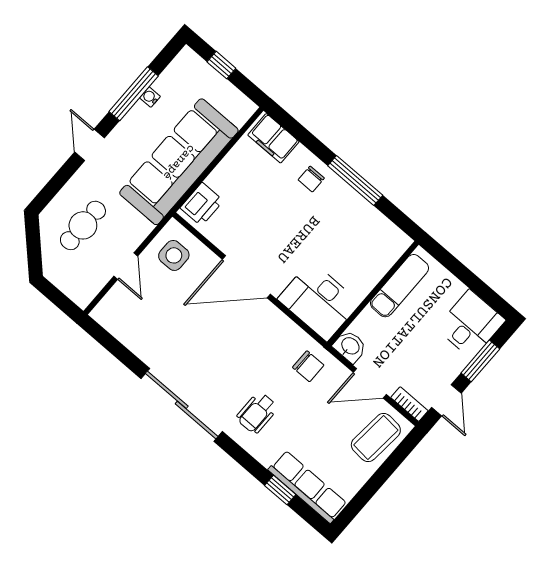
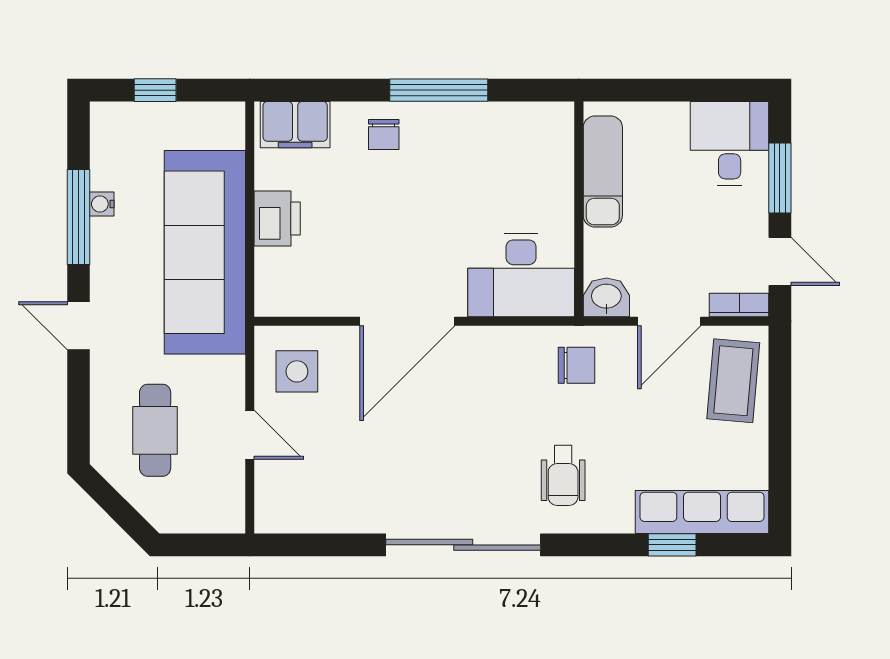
printer: (202, 204) -> (277, 218), moved

